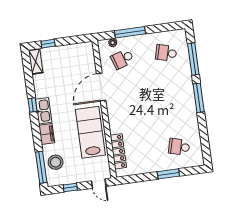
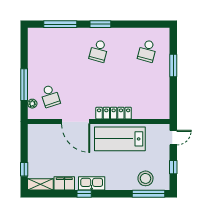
school desk: (166, 53) -> (99, 51), moved
window: (199, 98) -> (100, 24), width x0.69
filing cabinet: (47, 134) -> (64, 183), moved
locker: (118, 151) -> (114, 113), moved

